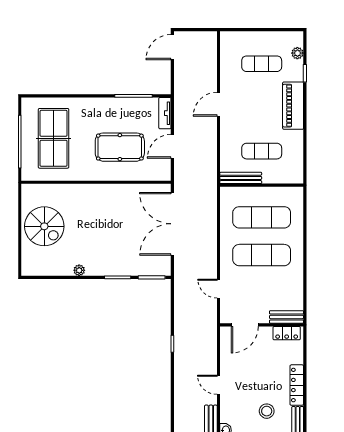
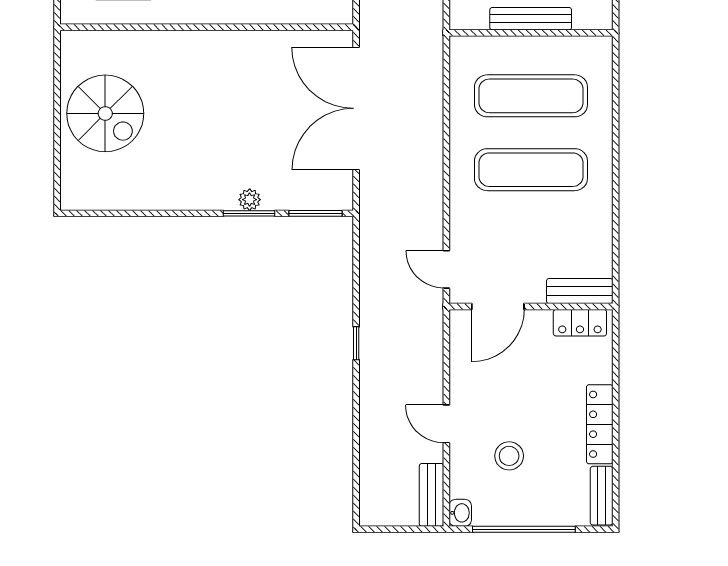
bench: (241, 178) -> (531, 19), moved
plant: (79, 270) -> (250, 200), moved
door: (218, 289) -> (446, 269), moved
stool: (267, 411) -> (509, 456), moved

